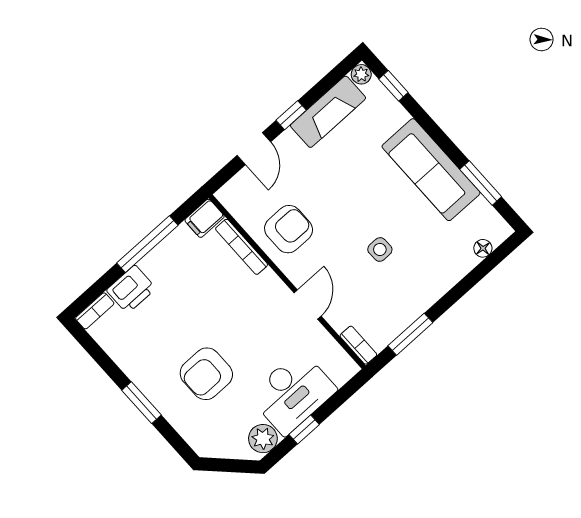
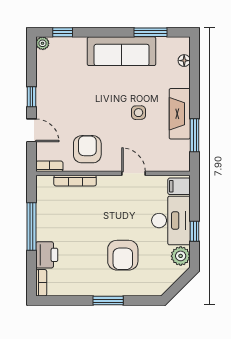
fireplace: (328, 112) -> (180, 114), moved, turned 180
filing cabinet: (205, 218) -> (179, 186), moved, turned 90
bookcase: (358, 345) -> (49, 166), moved

